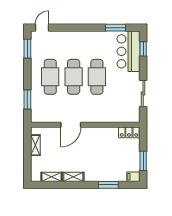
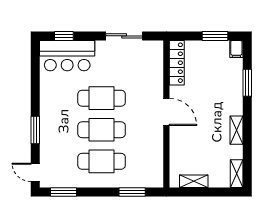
window: (116, 28) -> (35, 130), moved
door: (71, 125) -> (166, 112), moved
locker: (129, 132) -> (177, 63), width x1.53
shelving: (51, 177) -> (237, 174), moved

